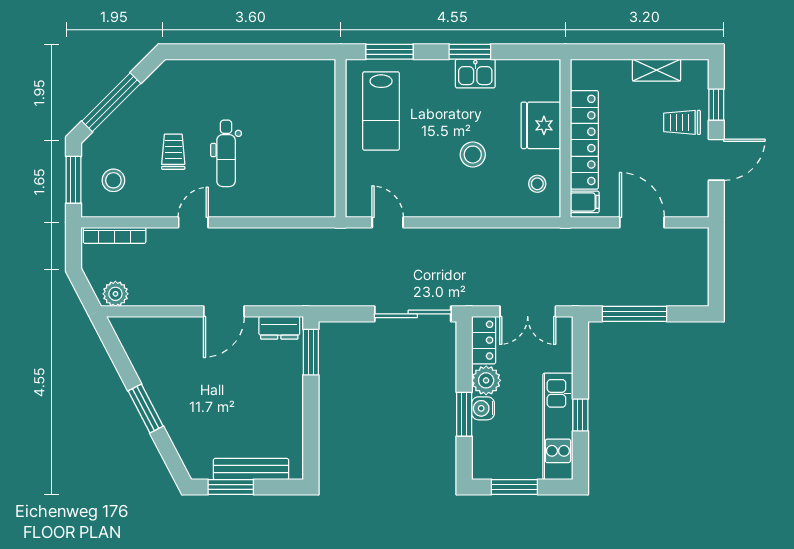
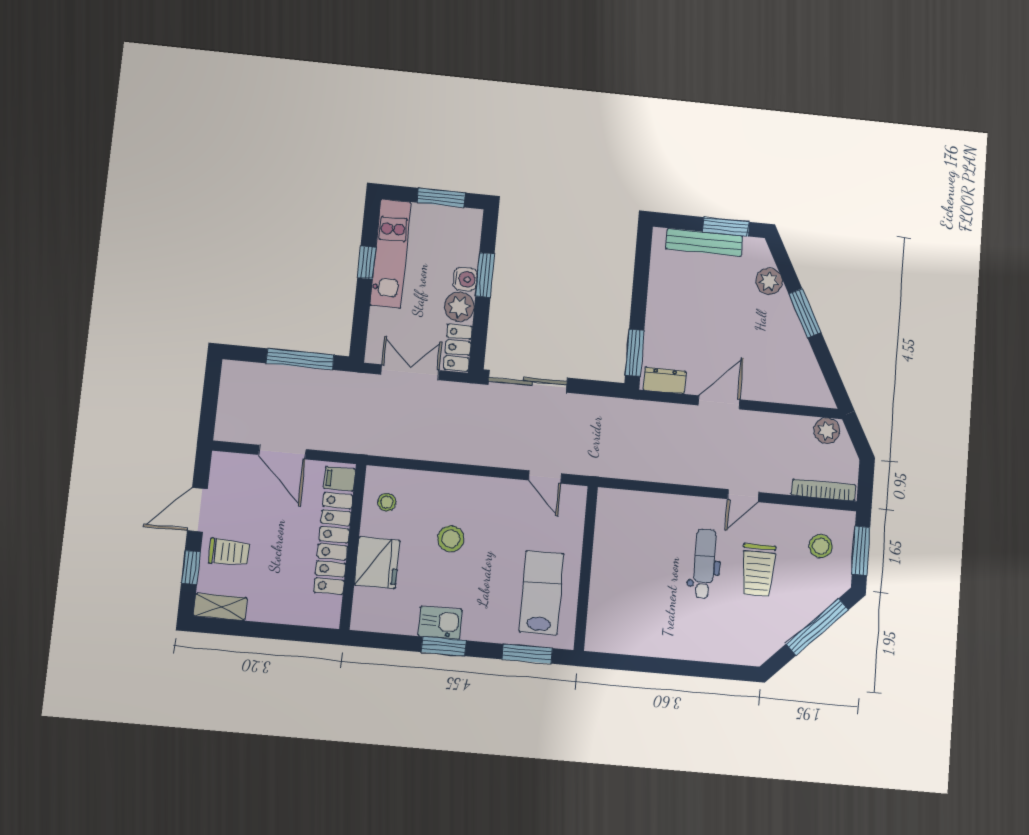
shelving: (657, 70) -> (220, 607), moved
trolley: (173, 152) -> (758, 570), width x1.36, depth x1.39
plant: (183, 437) -> (769, 281), added

